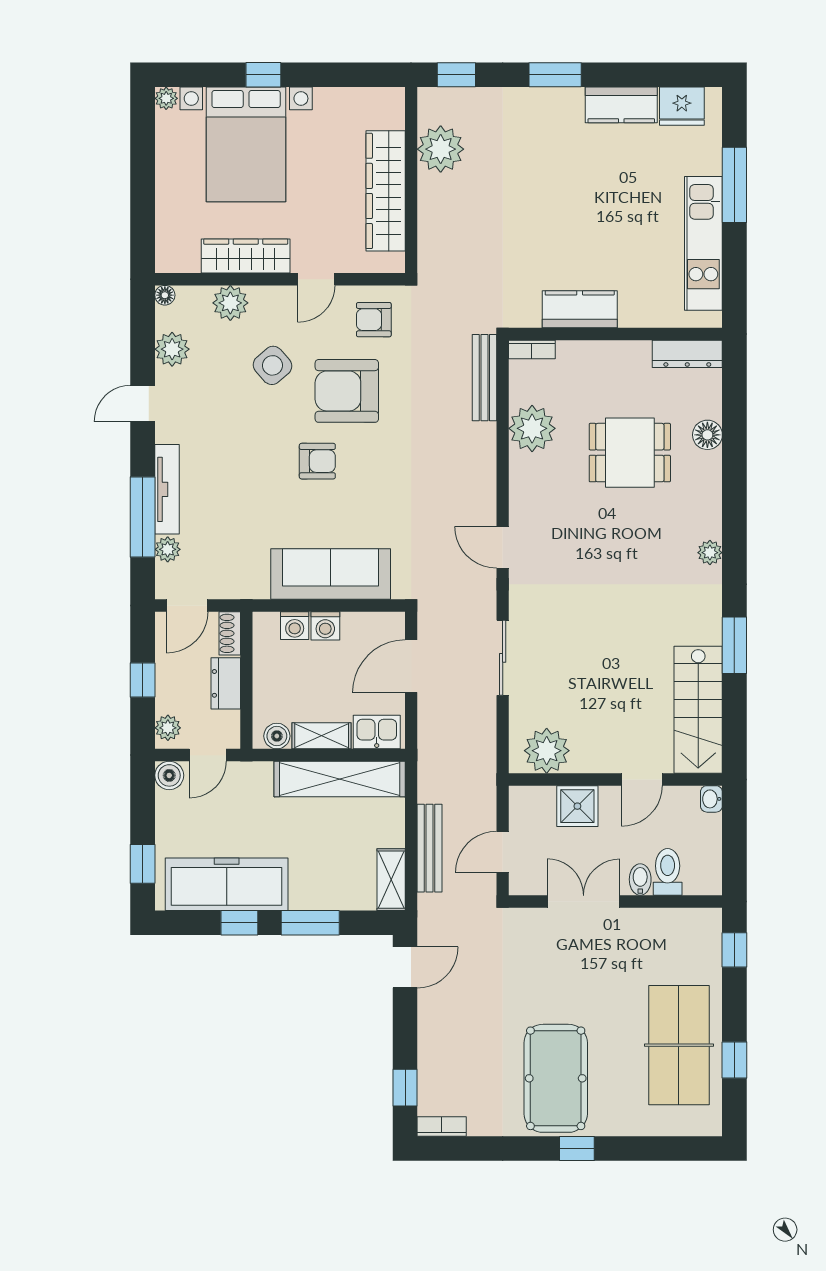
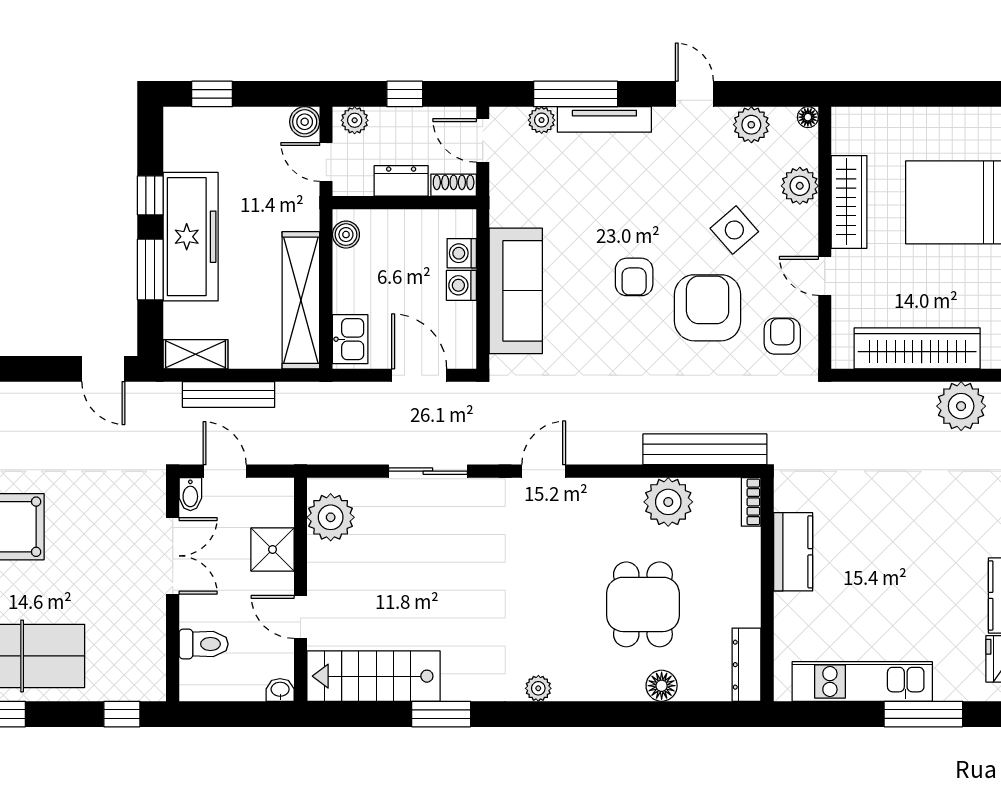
bench: (484, 378) -> (705, 449), width x1.37, depth x1.21
shelving: (322, 736) -> (346, 281), removed
bidet: (640, 879) -> (190, 494), moved, turned 90
freezer: (227, 884) -> (191, 237), moved

